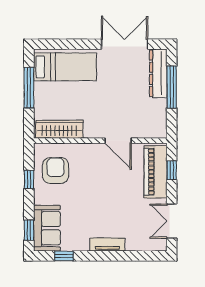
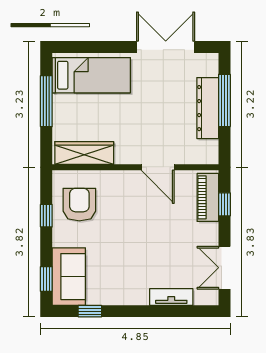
dresser: (158, 73) -> (208, 108), moved
piano: (156, 172) -> (208, 197), width x0.73, depth x0.75
tv unit: (107, 245) -> (171, 297), moved

